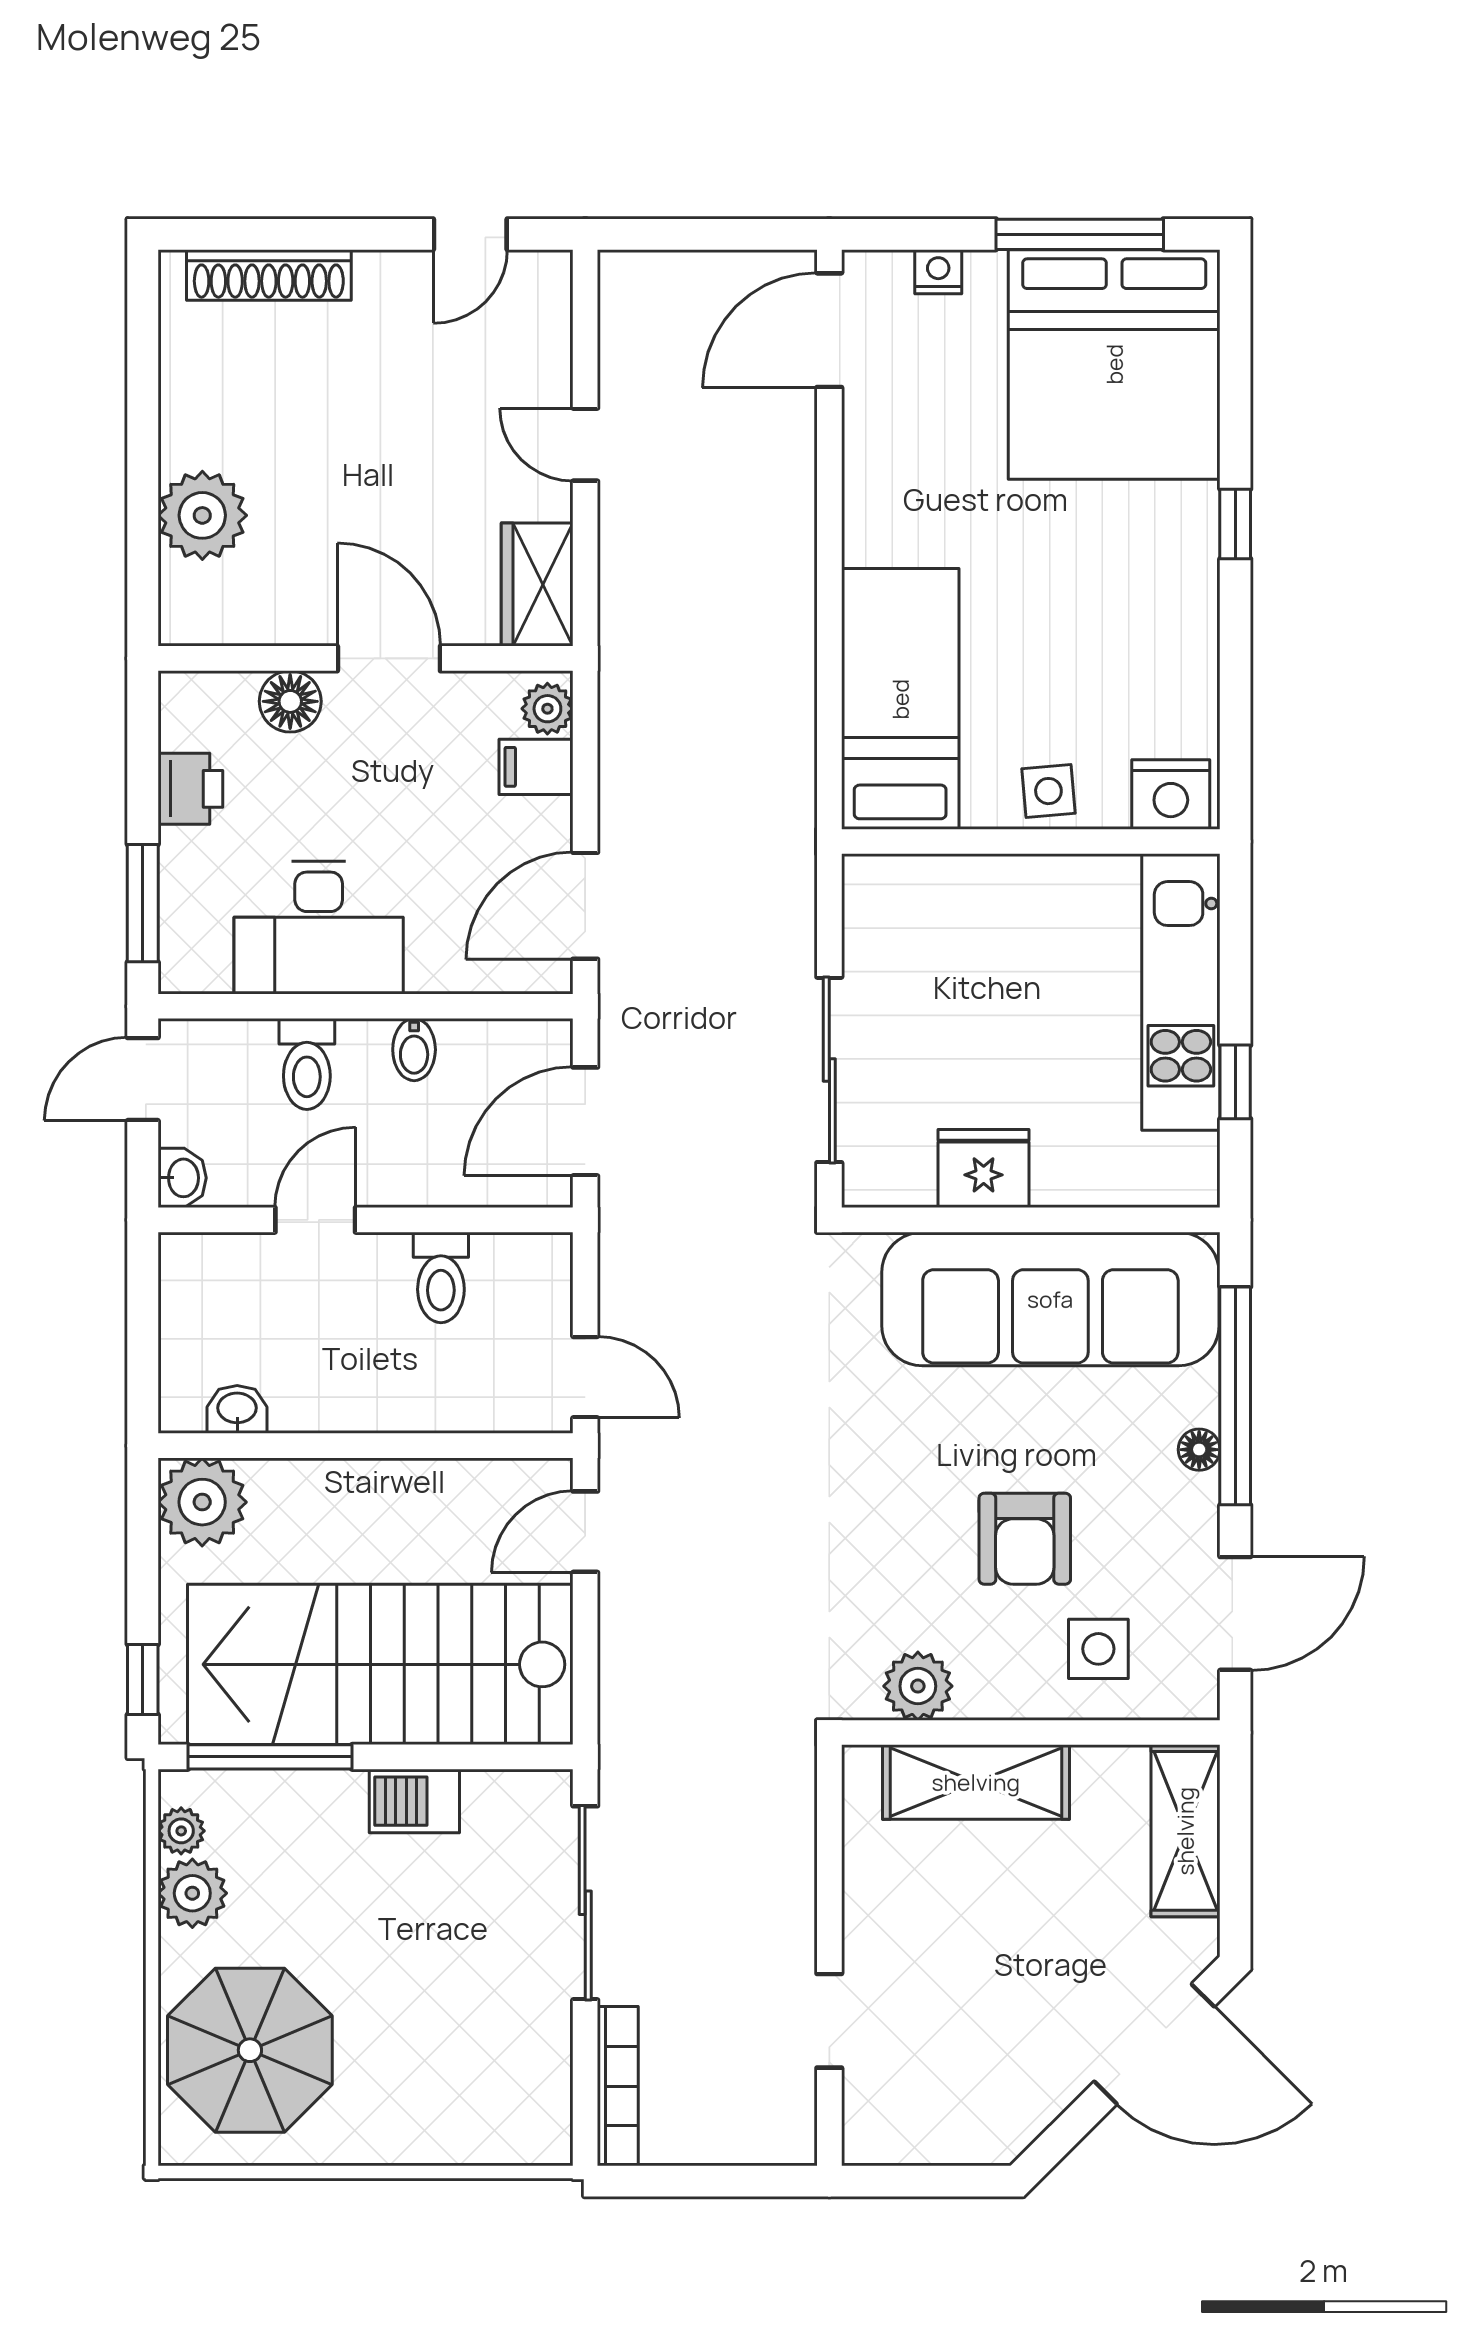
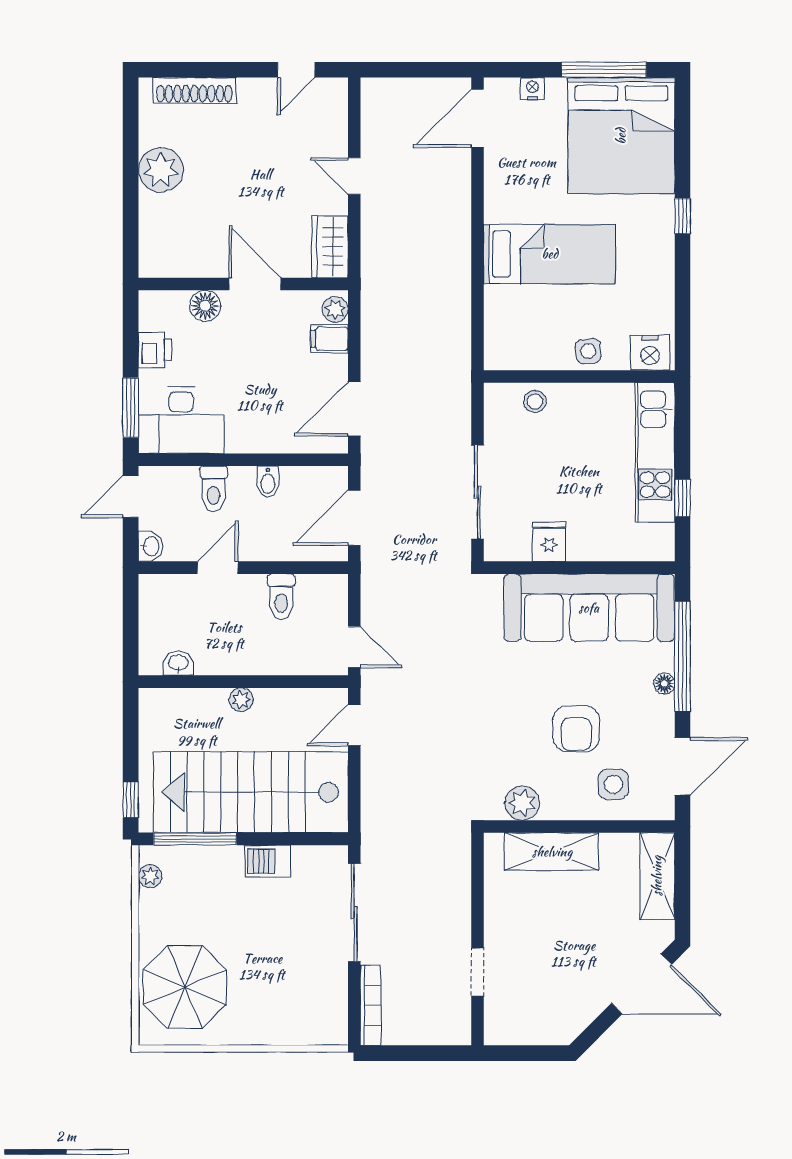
plant: (202, 515) -> (161, 170), moved
bed: (900, 699) -> (550, 254), moved, turned 90
stool: (943, 891) -> (535, 401), added
desk: (319, 928) -> (181, 420), moved
fridge: (984, 1169) -> (549, 542), width x0.72
plant: (202, 1502) -> (241, 700), moved, width x0.53, depth x0.53
plant: (192, 1893) -> (156, 908), removed

